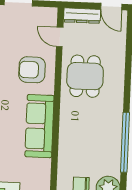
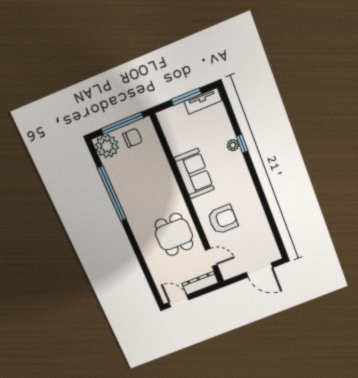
sofa: (39, 126) -> (194, 174), width x0.73

